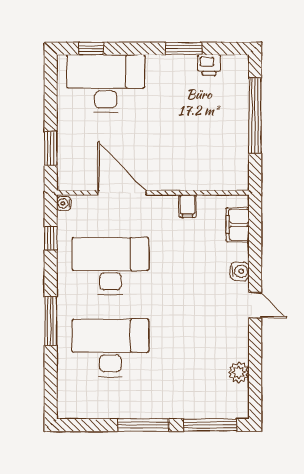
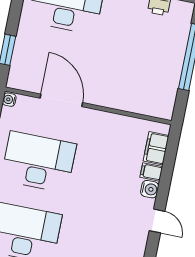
filing cabinet: (187, 206) -> (151, 172), moved, turned 90

